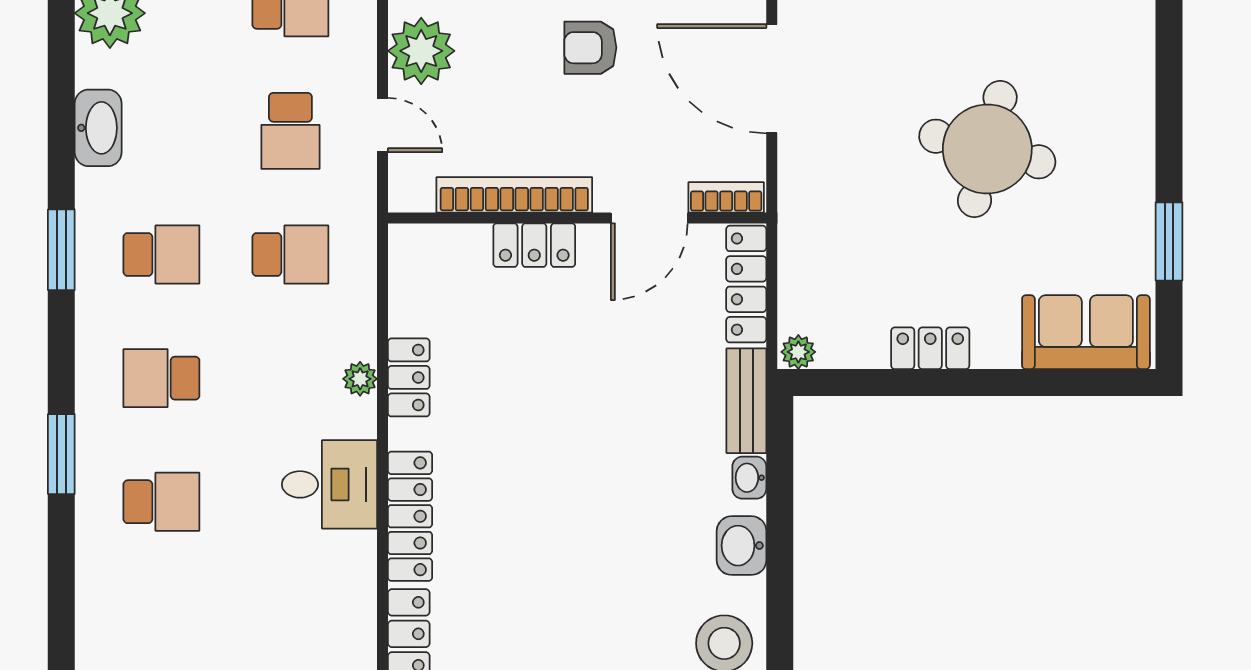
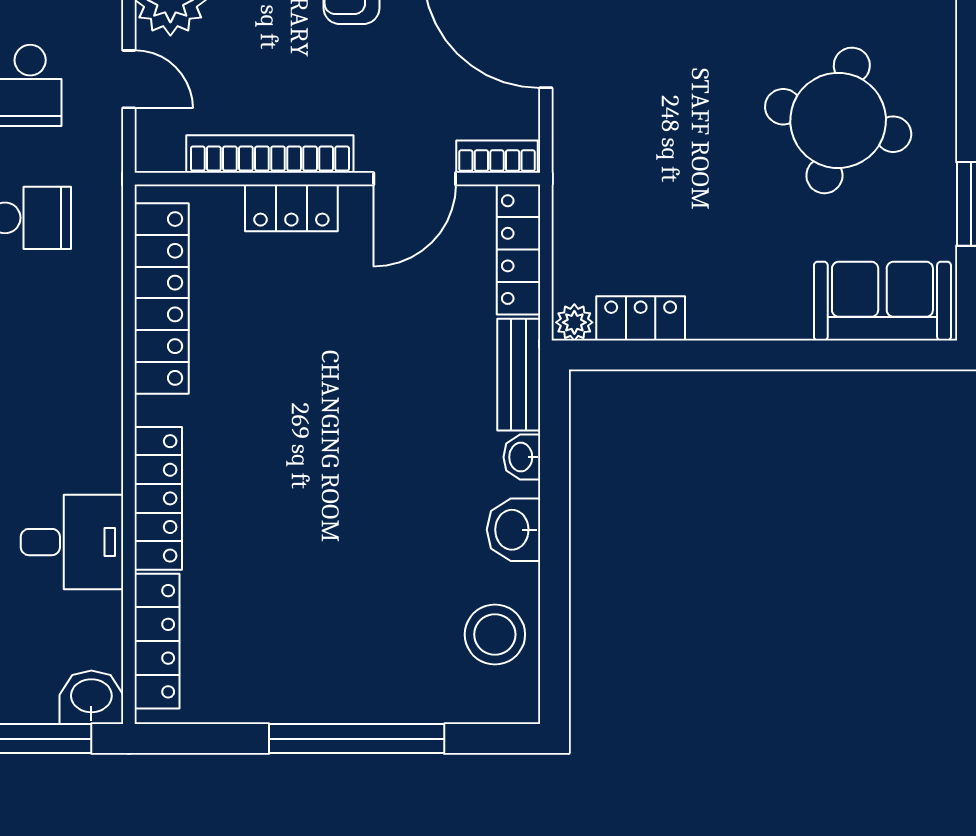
round table: (987, 149) -> (838, 120), moved
locker: (930, 348) -> (641, 318), moved
locker: (409, 377) -> (162, 298), width x2.16, depth x1.21
plant: (360, 379) -> (105, 351), removed
desk: (330, 484) -> (72, 542), moved

